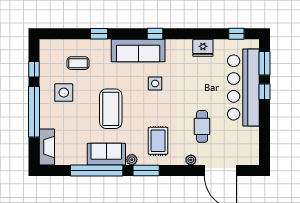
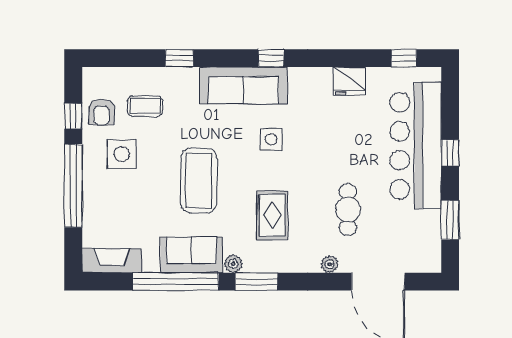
window: (265, 63) -> (450, 220), moved
armchair: (51, 67) -> (101, 112), added
rug: (158, 141) -> (272, 215), moved
fireplace: (47, 147) -> (112, 261), moved, turned -90

